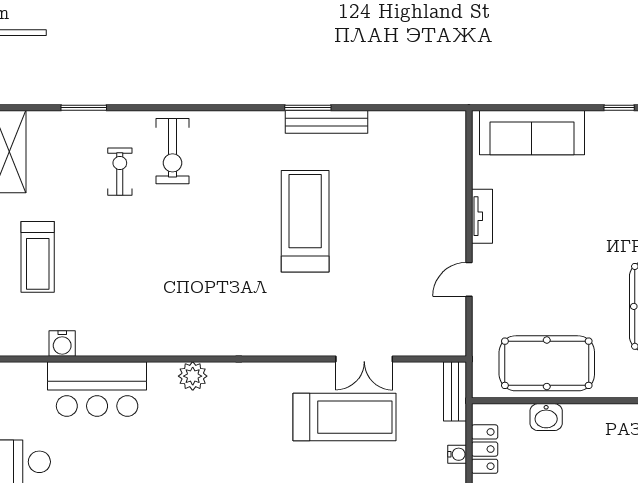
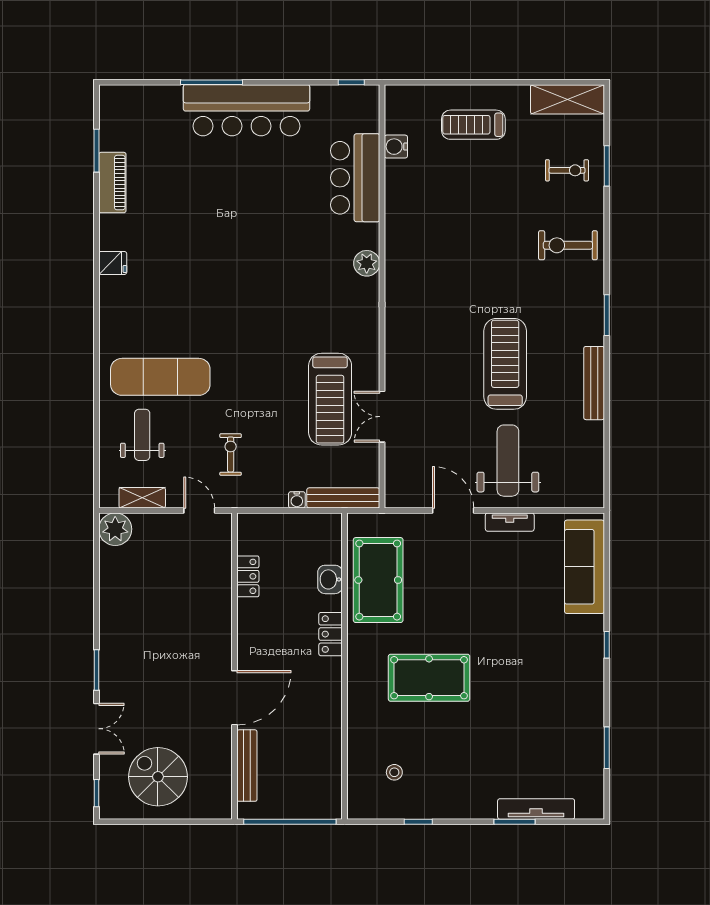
window: (308, 108) -> (607, 315), moved
exercise bike: (120, 172) -> (567, 170), moved
weight bench: (413, 218) -> (508, 461), added
treadmill: (305, 221) -> (505, 364), turned -90
door: (469, 279) -> (453, 510), width x1.37
bench: (455, 391) -> (343, 498), width x1.36
locker: (485, 449) -> (331, 634), moved, turned 90

